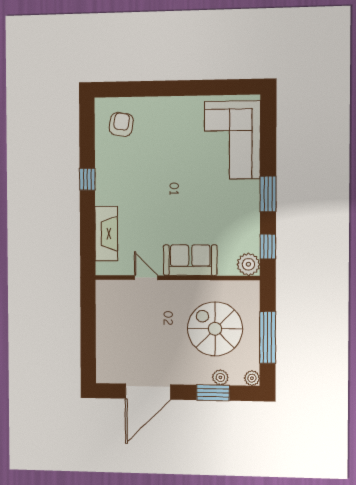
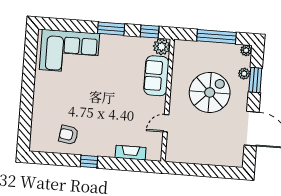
armchair: (121, 124) -> (68, 135), moved
fireplace: (106, 234) -> (131, 153), width x0.73, depth x0.76
sofa: (190, 260) -> (156, 76), moved
spiral stairs: (215, 329) -> (210, 92), moved, turned 180

